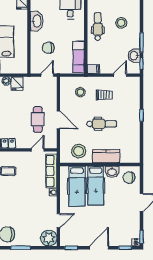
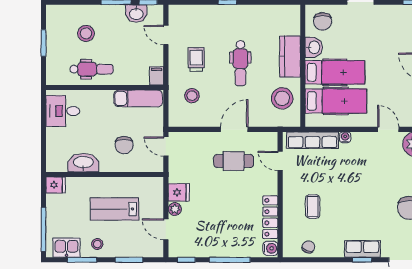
dental chair: (98, 26) -> (91, 69), turned 180
dental chair: (102, 124) -> (240, 63), turned 180

